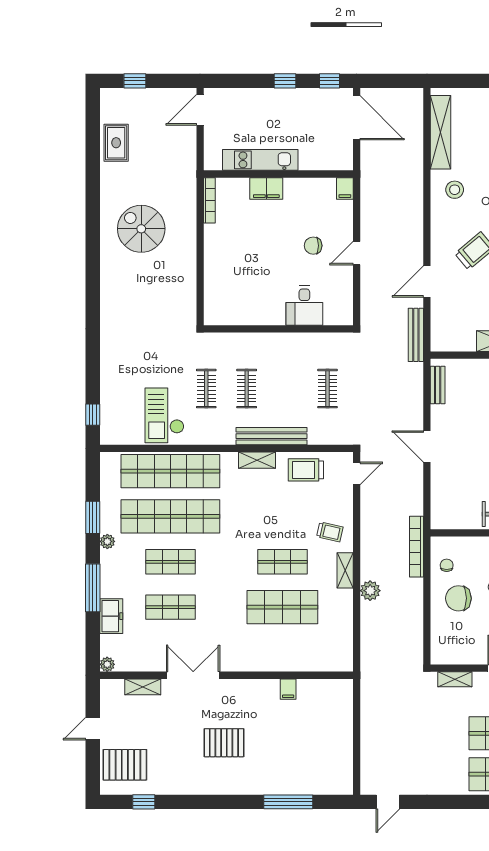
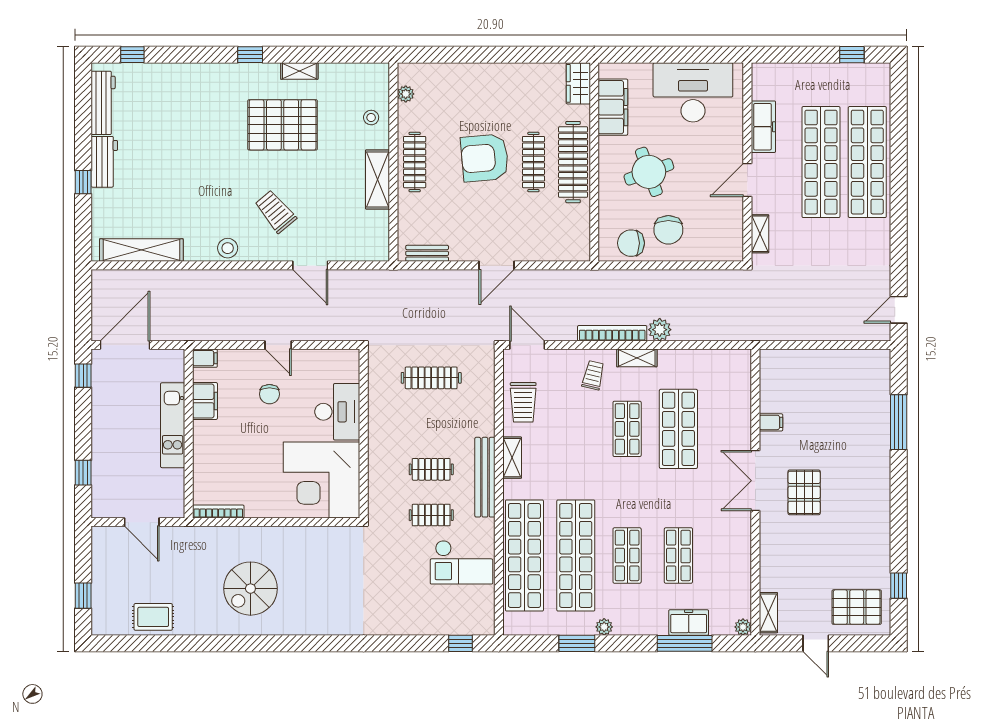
window: (285, 81) -> (83, 473), moved
door: (200, 110) -> (142, 522), moved
kitchen unit: (260, 160) -> (173, 425), moved
filing cabinet: (266, 188) -> (205, 401), moved
stool: (455, 190) -> (228, 248), moved
corner desk: (237, 292) -> (321, 480), added
desk: (304, 305) -> (337, 412), width x1.37
bench: (416, 335) -> (370, 278), removed
clothes rail: (328, 389) -> (431, 378), width x1.36
bench: (271, 436) -> (485, 477), moved
door: (357, 473) -> (527, 345), width x1.38
bookcase: (416, 547) -> (612, 333), moved, turned 180
chair: (447, 565) -> (631, 243), width x1.87, depth x1.87
window: (93, 588) -> (685, 643), moved
double door: (193, 675) -> (755, 481), moved
shelving: (143, 687) -> (768, 613), moved
pallet: (224, 743) -> (804, 492), moved
pallet: (125, 765) -> (857, 607), turned 90
door: (388, 802) -> (899, 310), swing flipped

